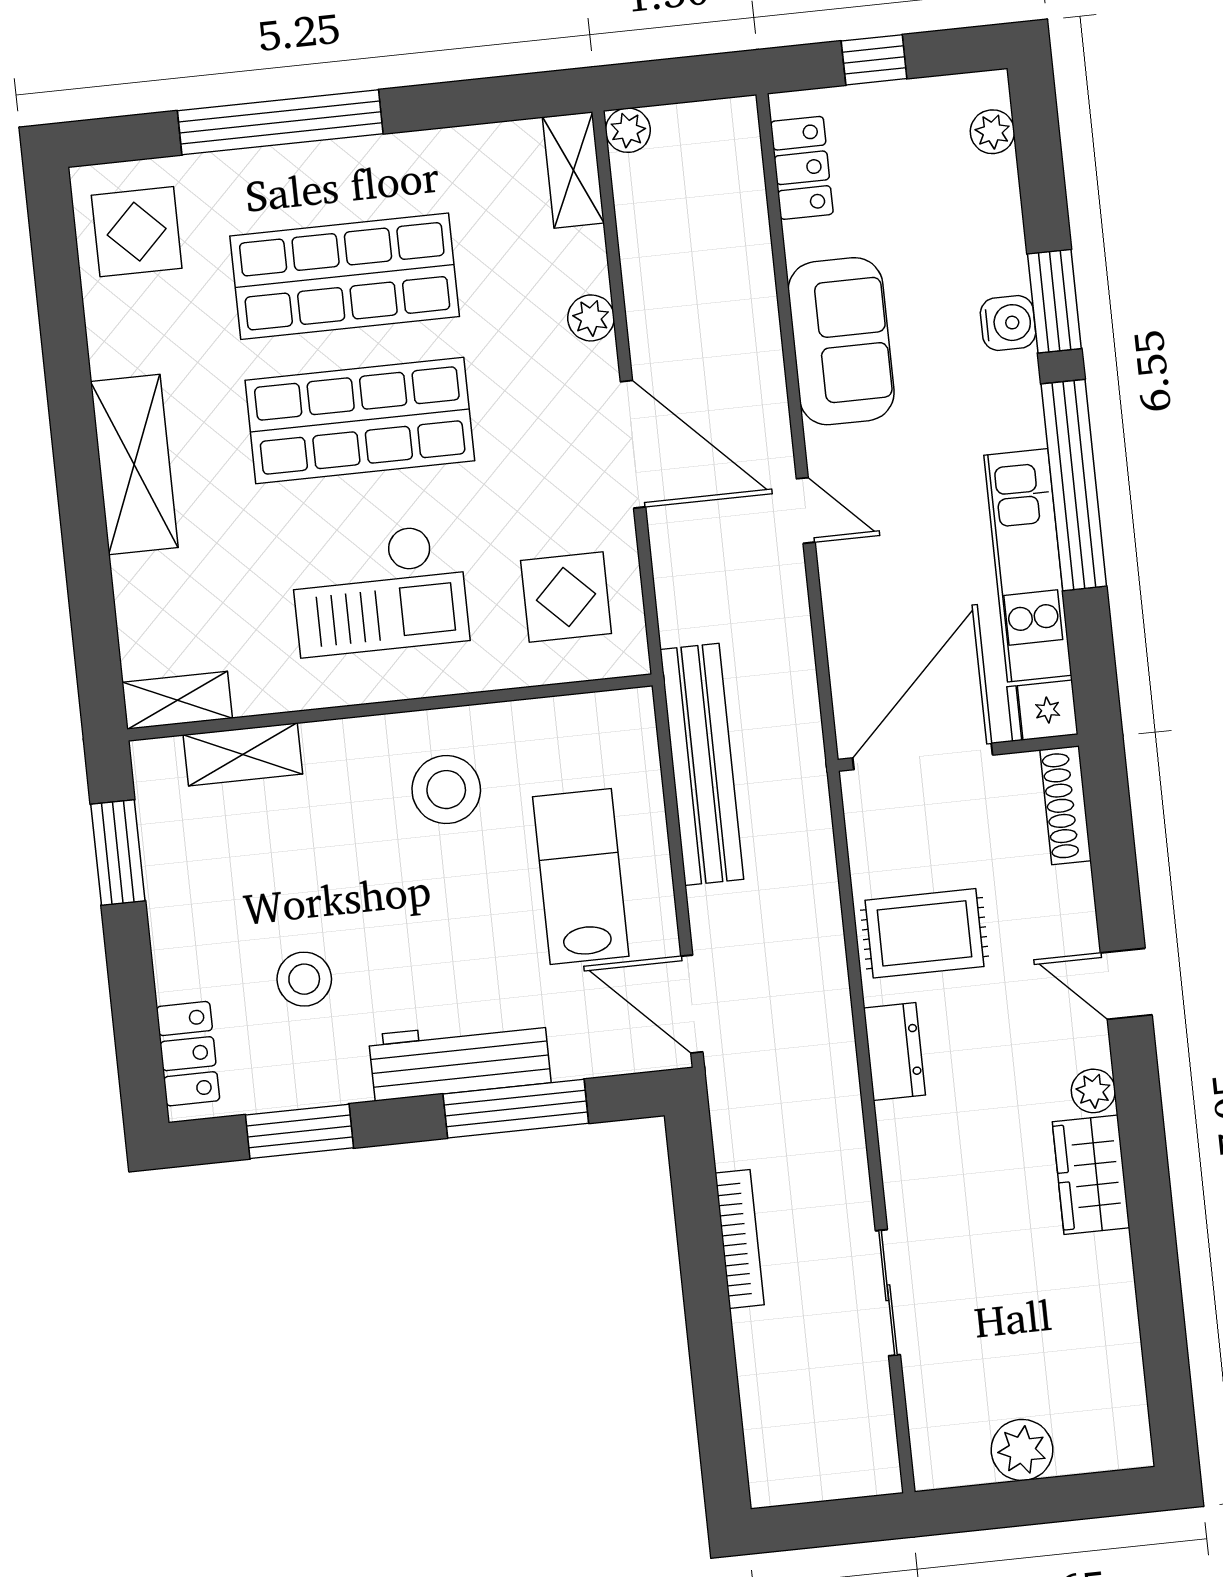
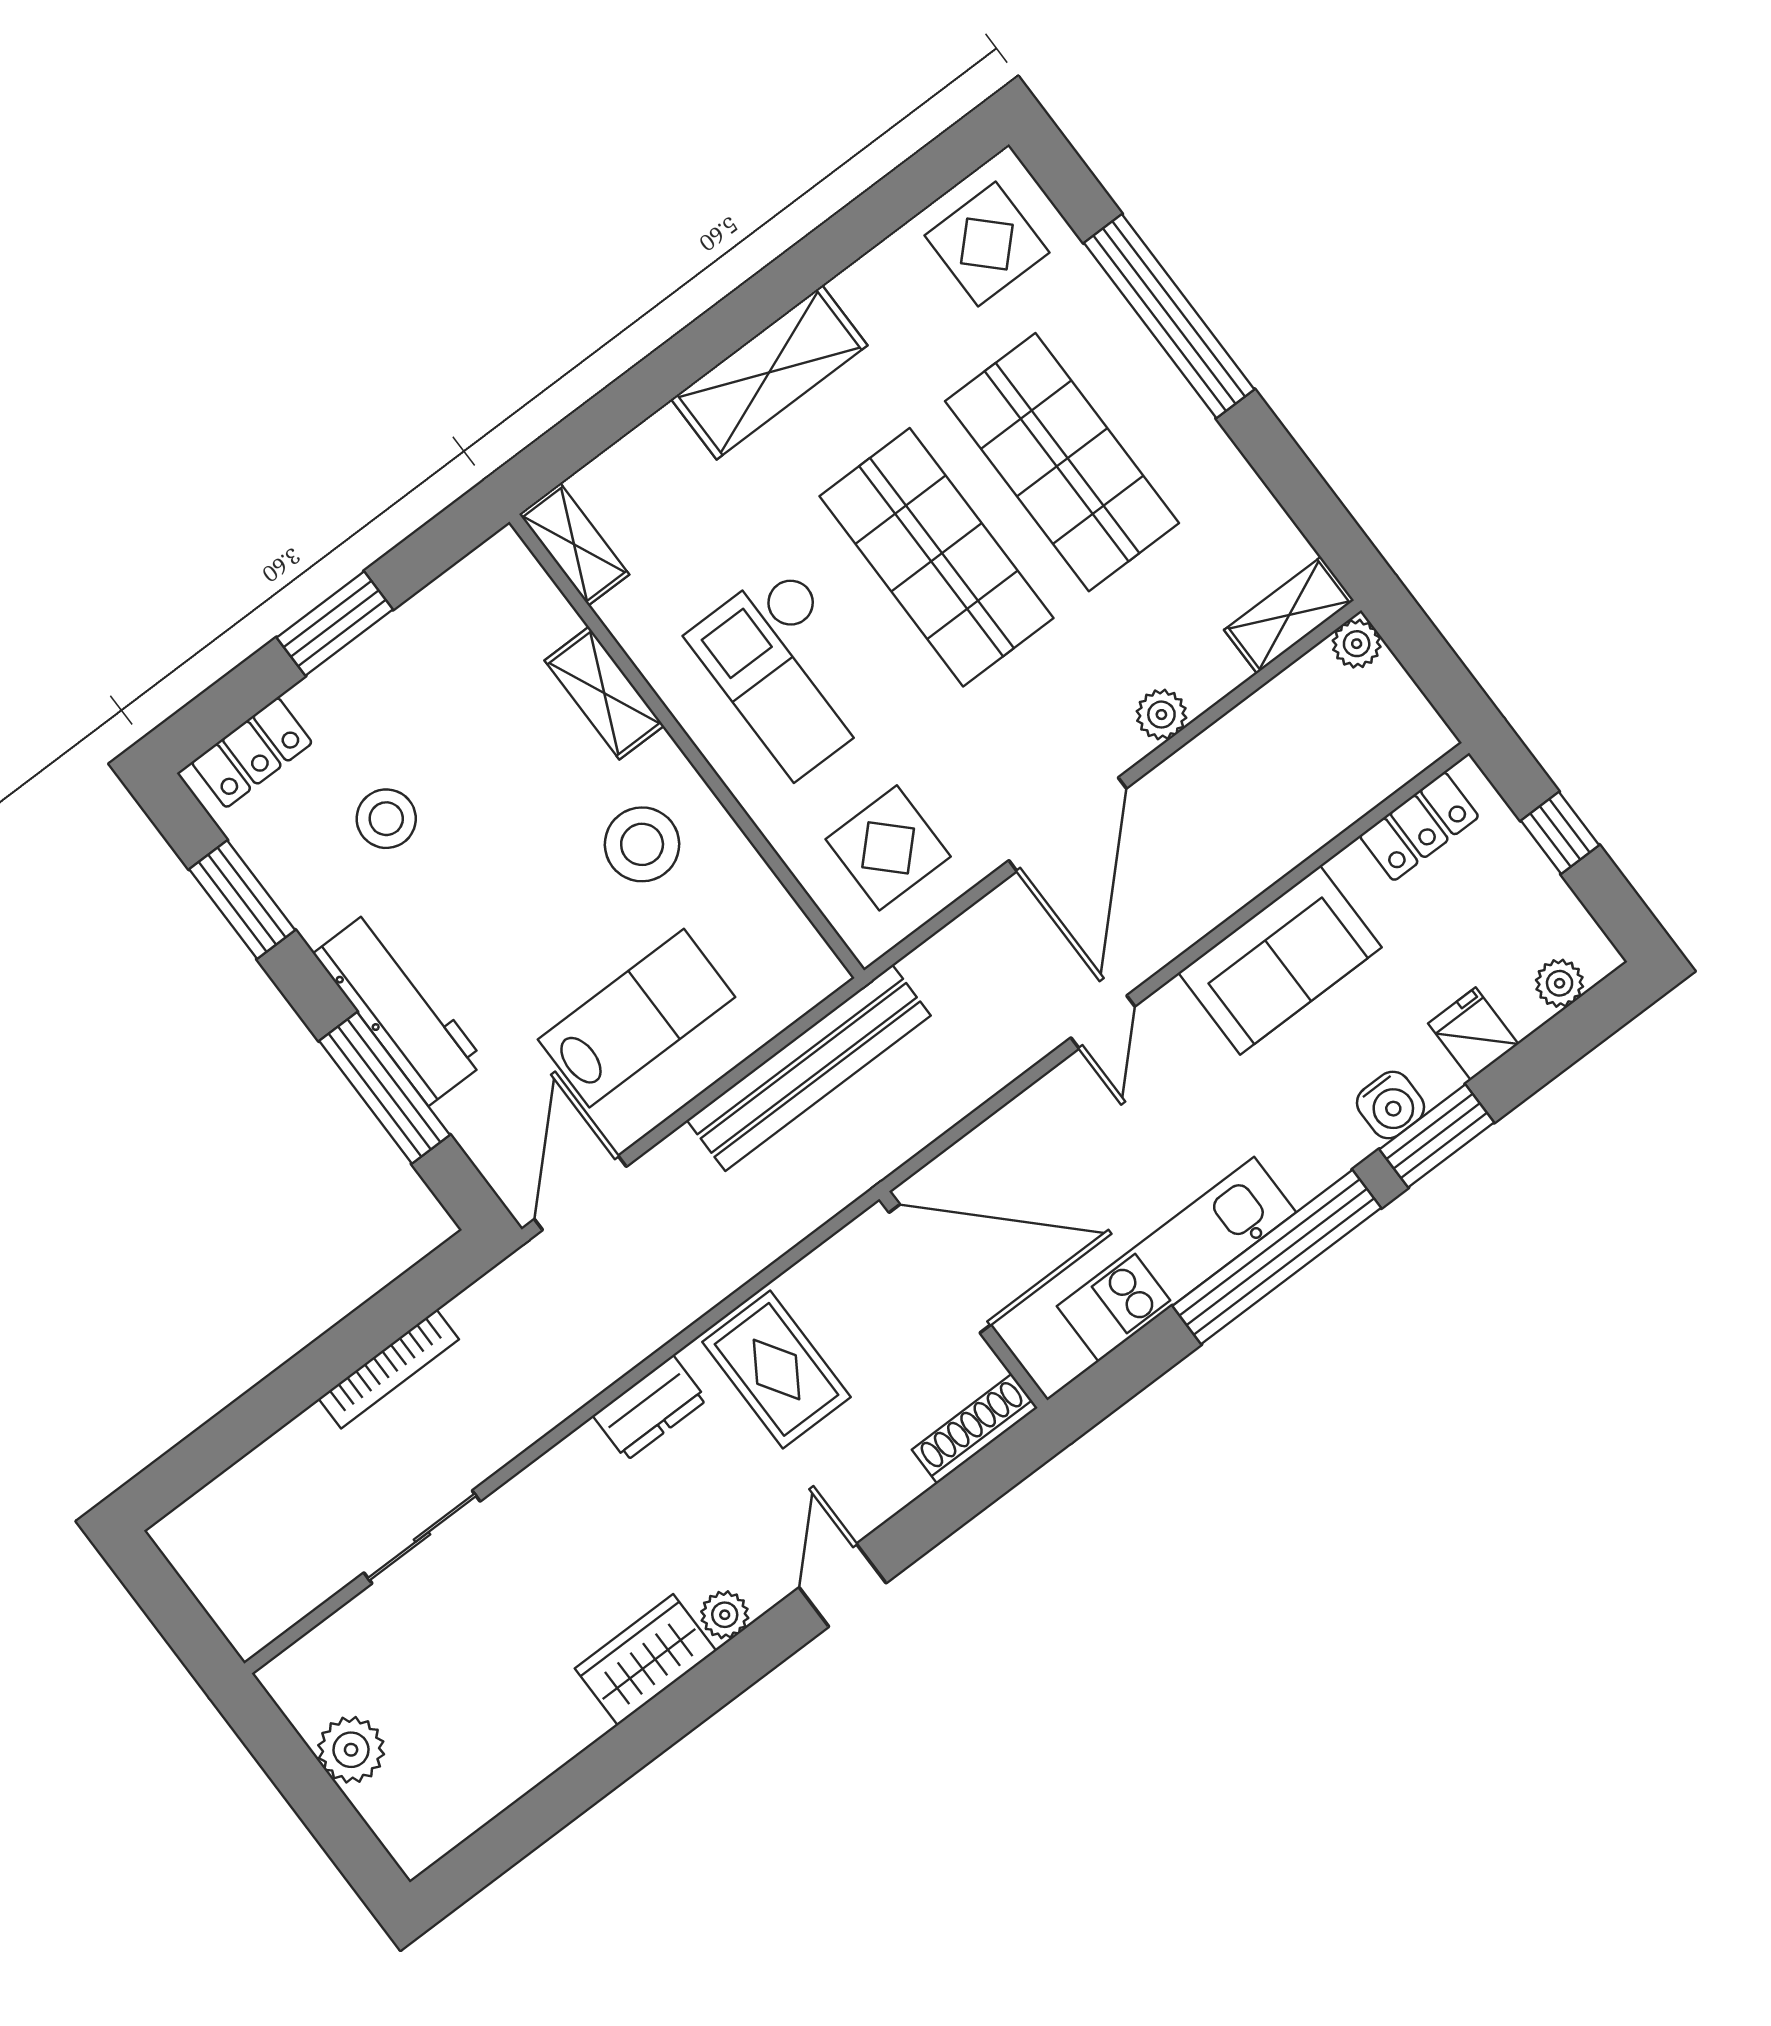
fridge: (1042, 711) -> (1473, 1034), moved
shelving: (243, 754) -> (604, 693), moved
window: (118, 853) -> (335, 623), moved

